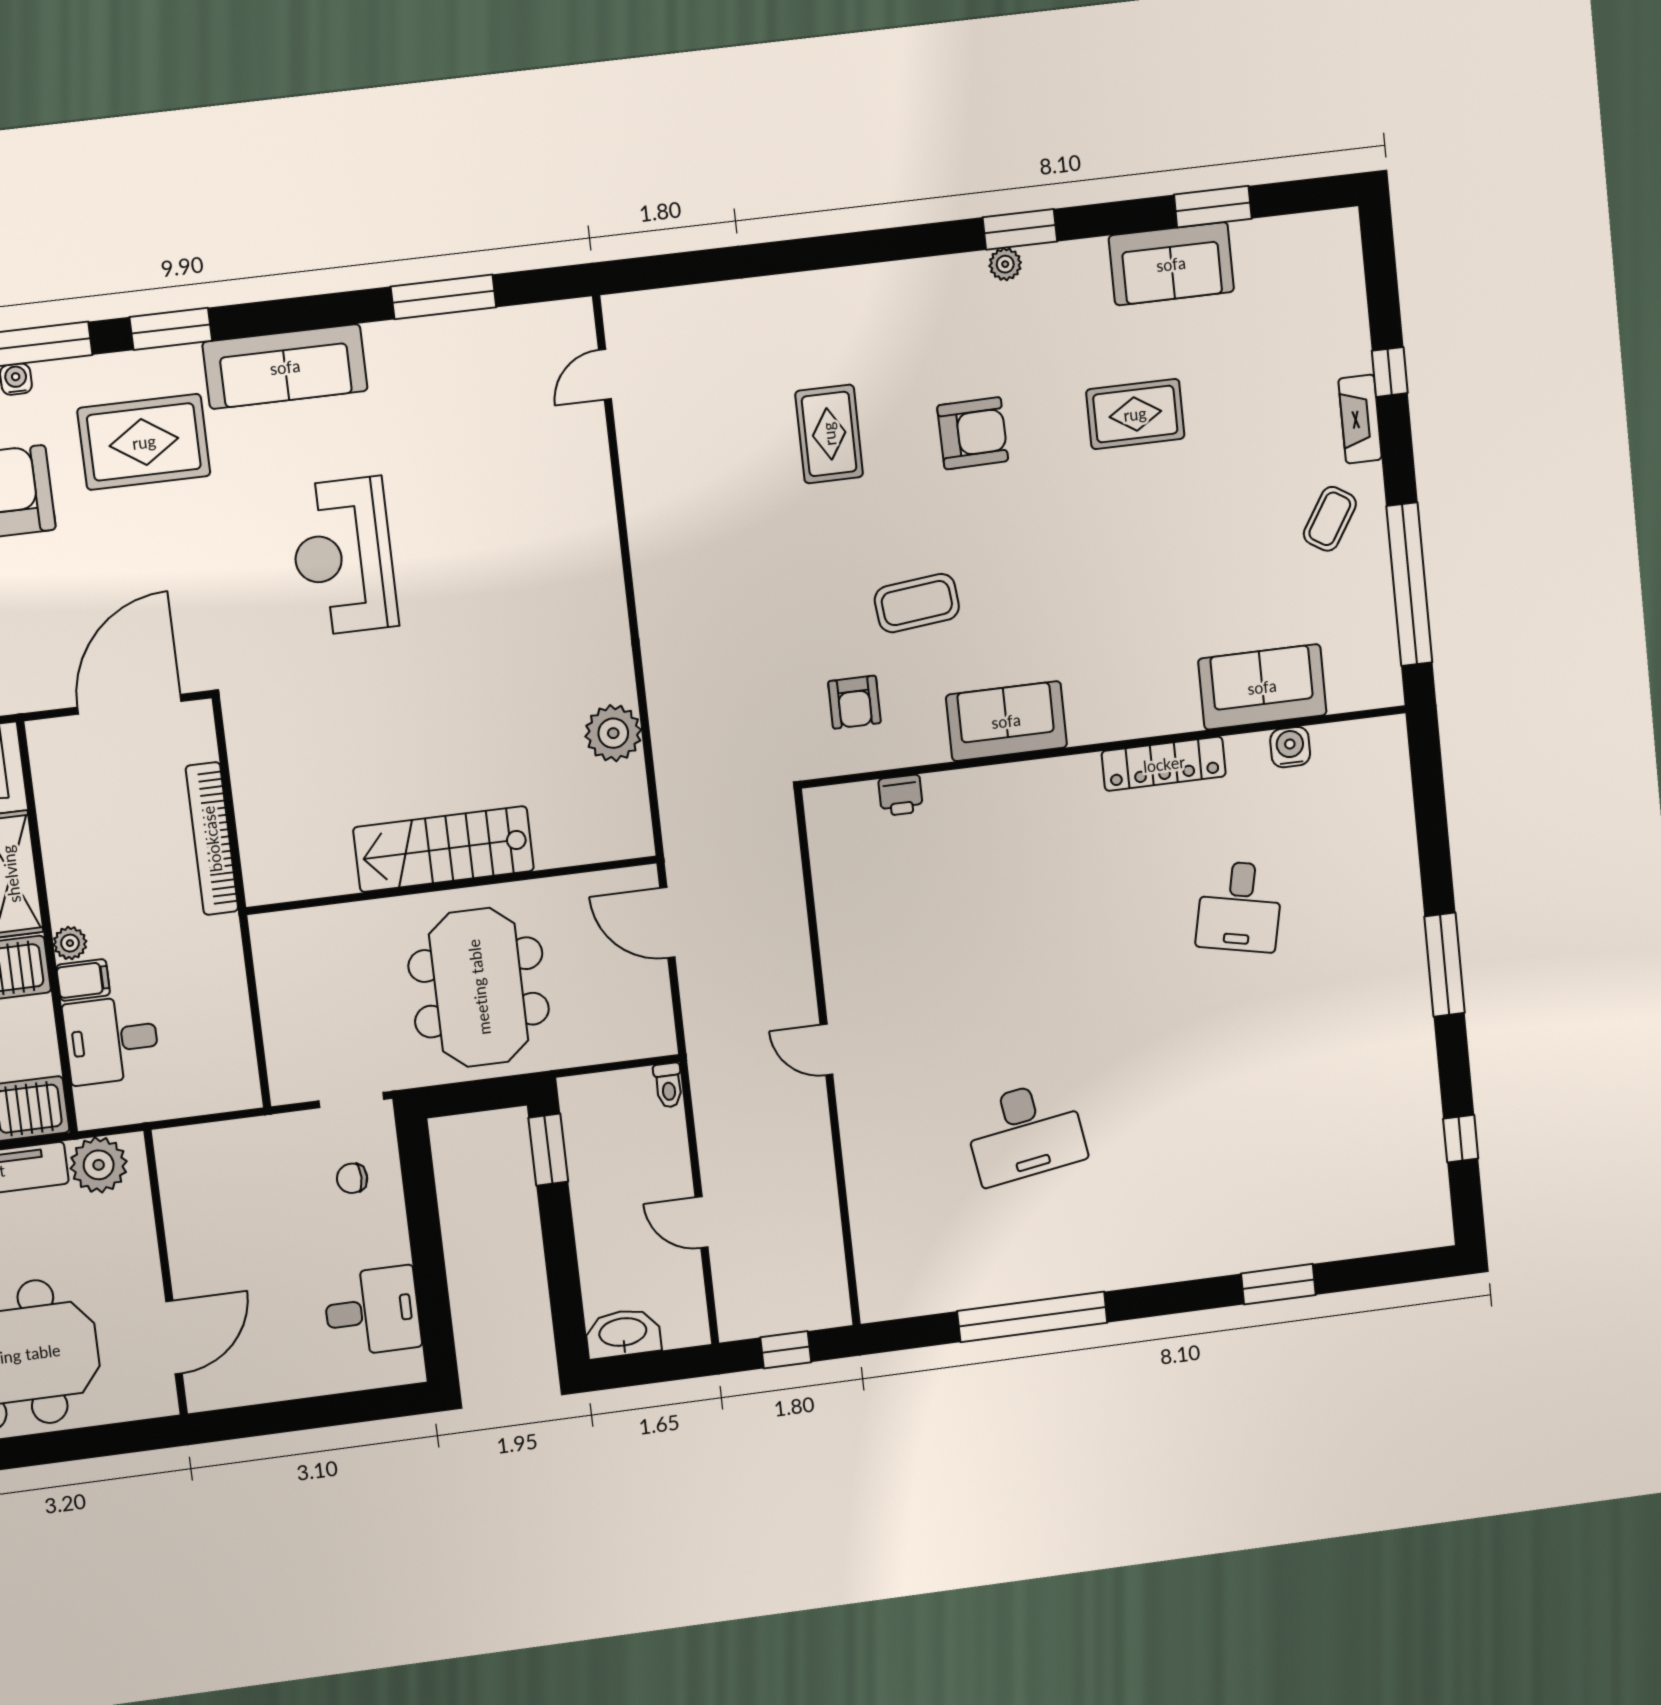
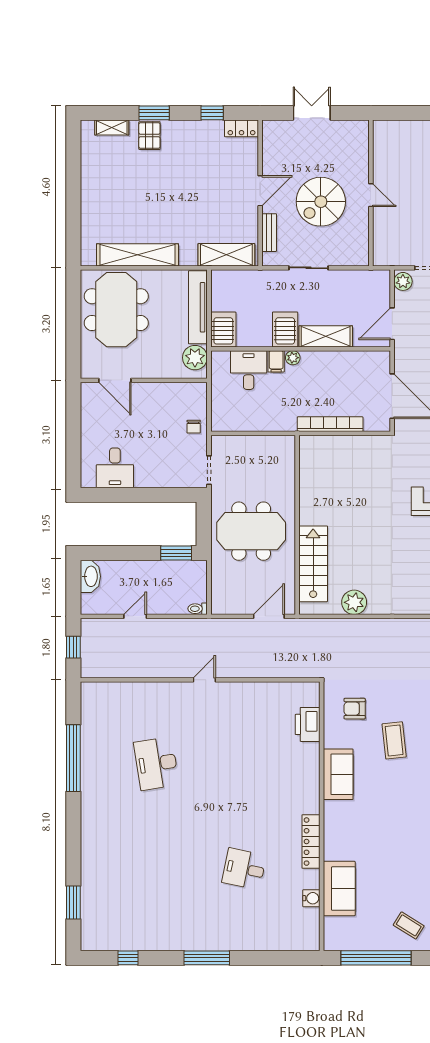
printer: (901, 795) -> (308, 724), width x1.87, depth x1.48
stairs: (444, 849) -> (313, 564), moved
chair: (352, 1178) -> (194, 427), moved, turned 180
window: (1278, 1284) -> (73, 902), moved

